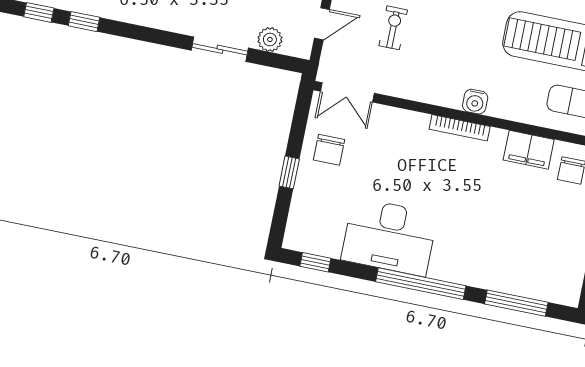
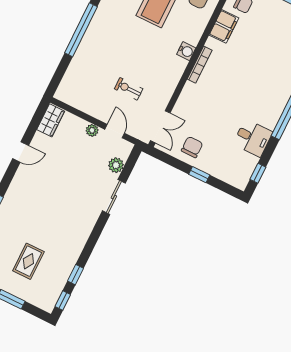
chair: (329, 150) -> (192, 147), turned -90
desk: (389, 237) -> (253, 138), width x0.53, depth x0.77

